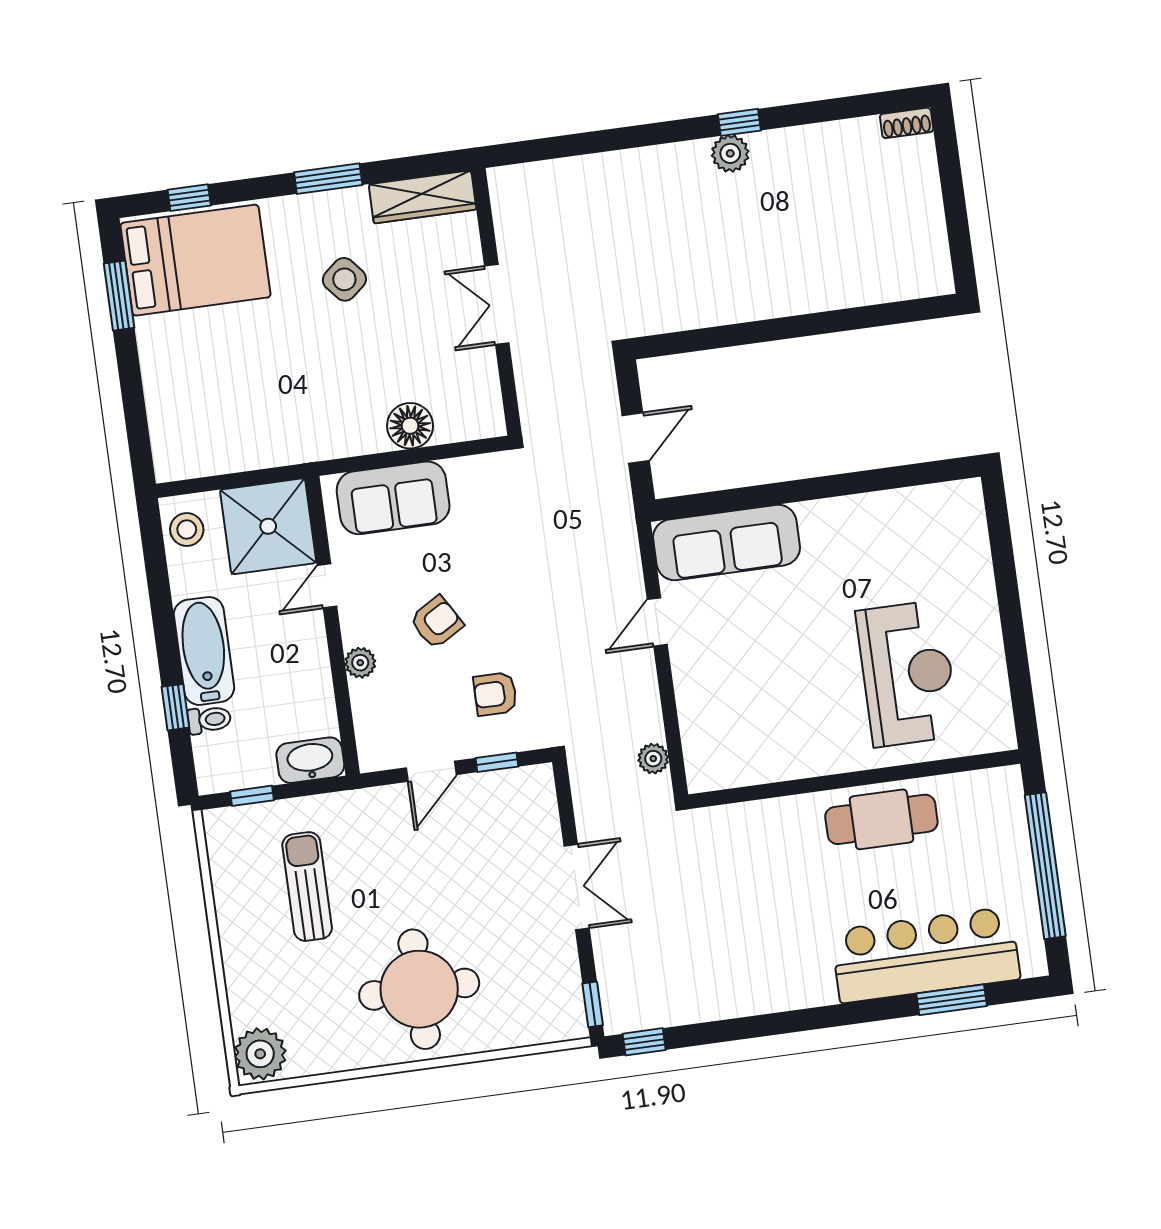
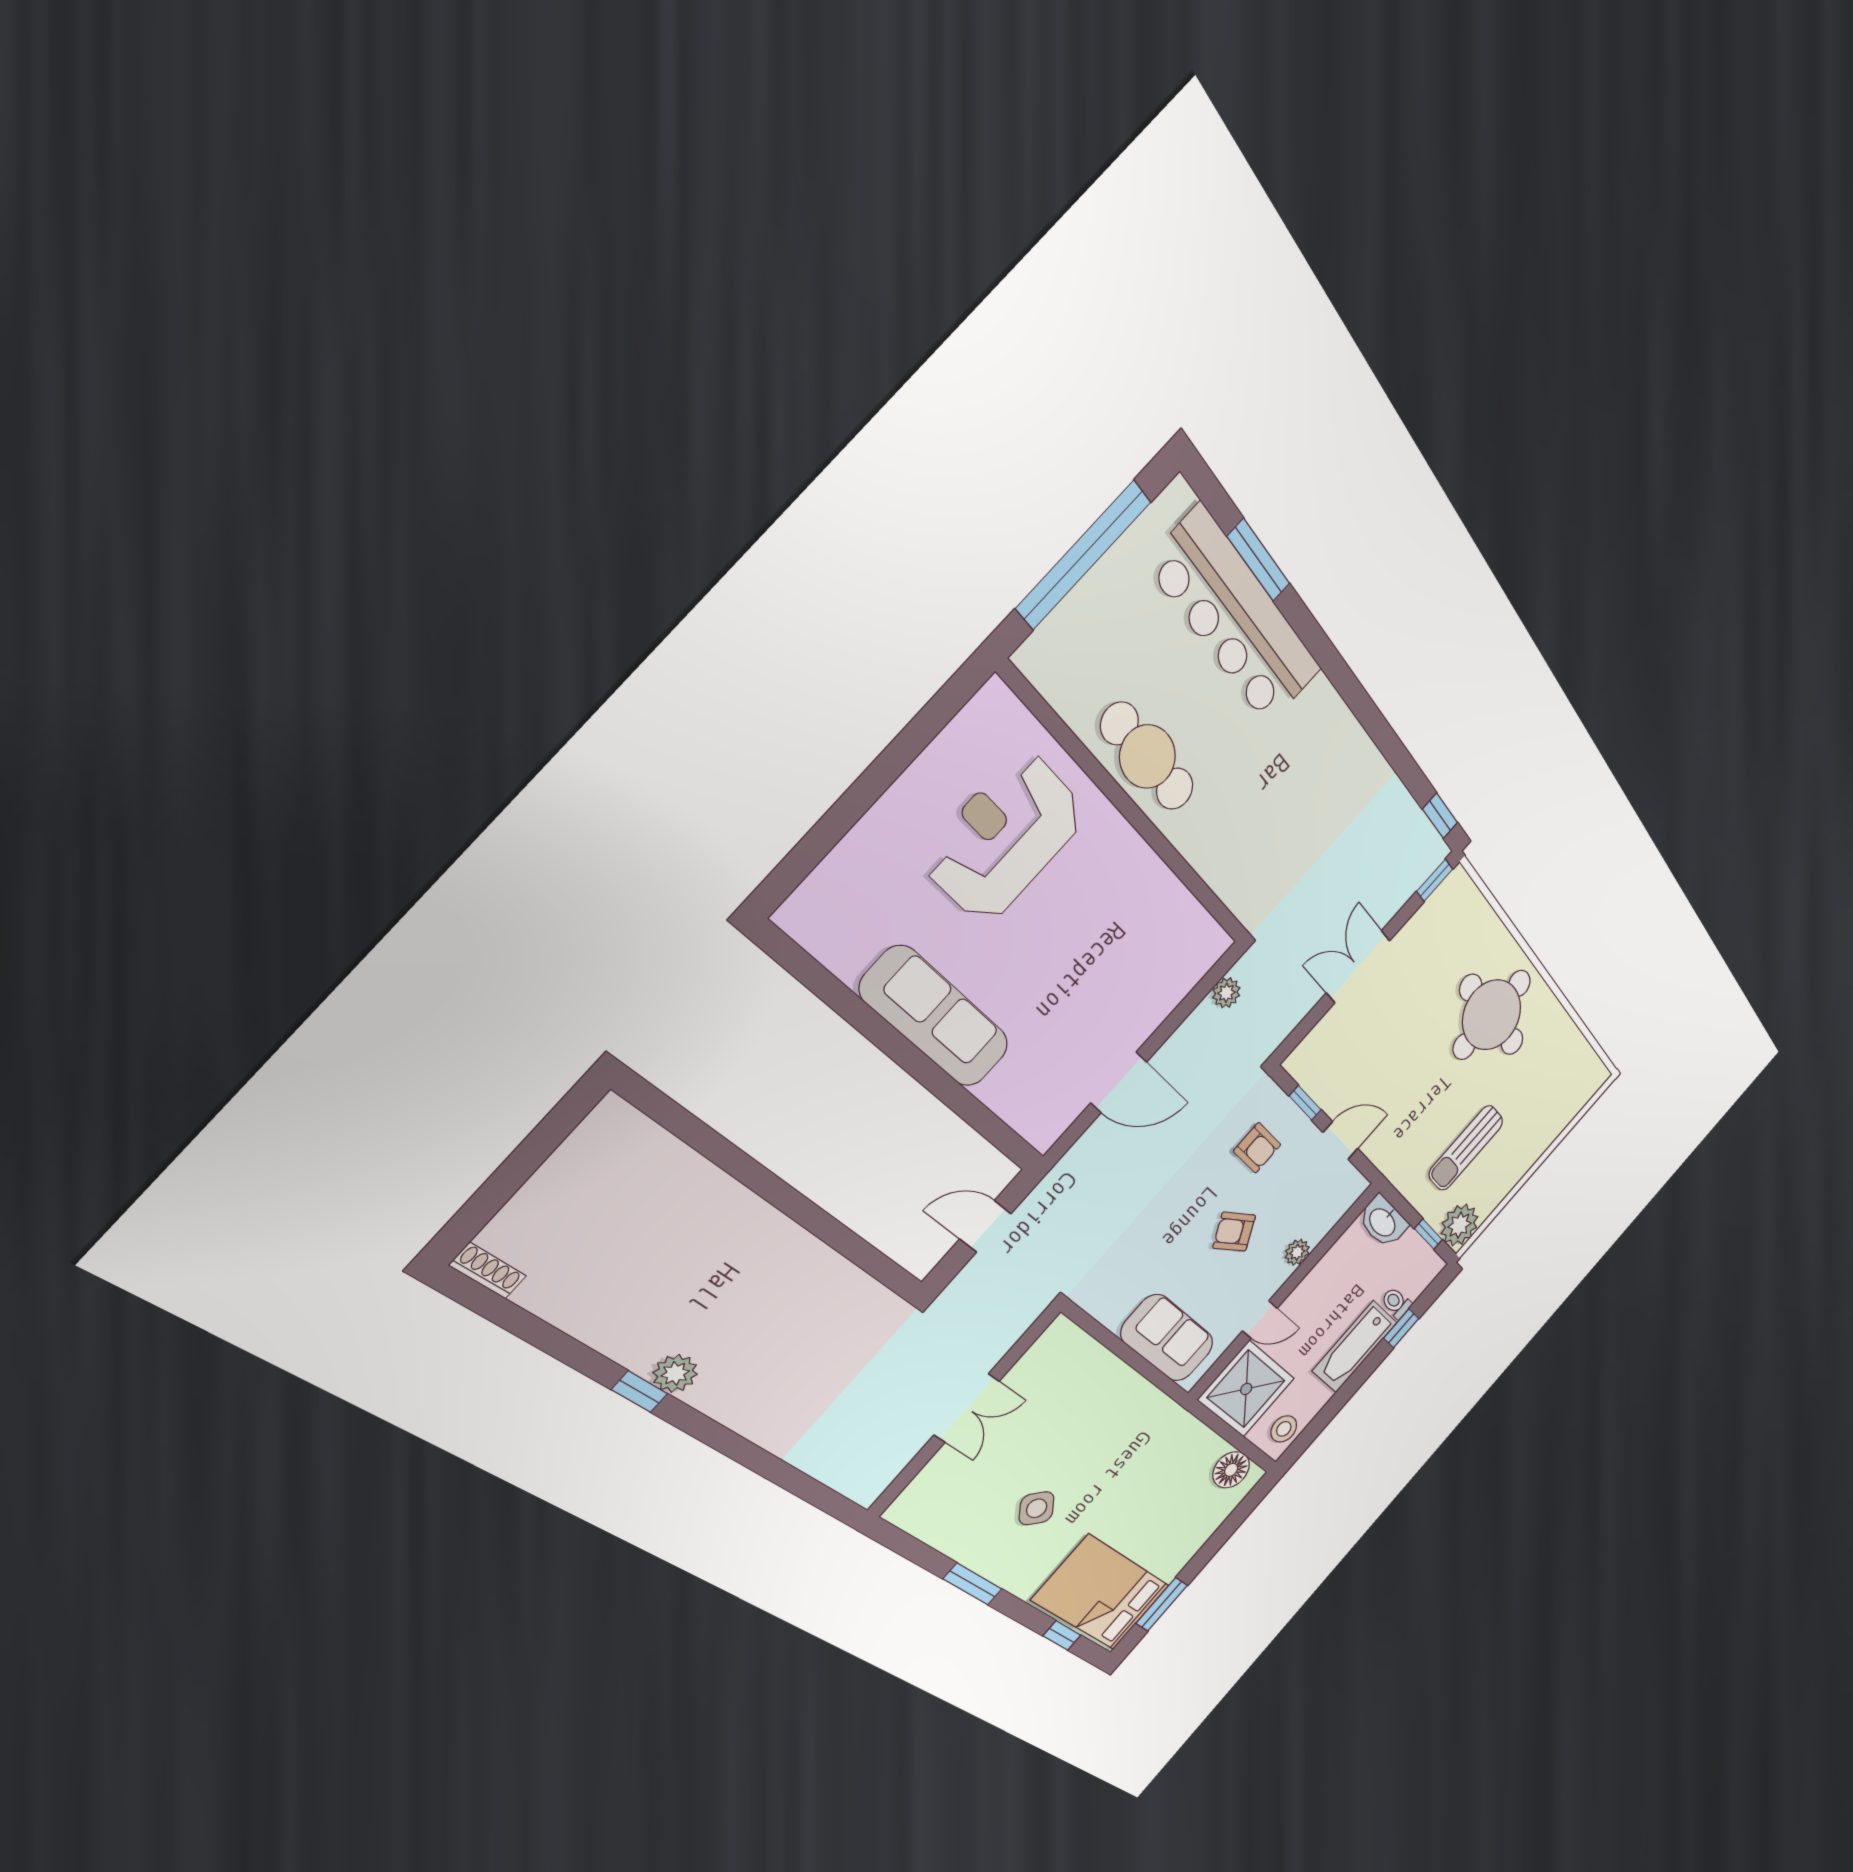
wardrobe: (423, 197) -> (930, 1524), removed
floor lamp: (410, 426) -> (1231, 1470), moved
sofa: (726, 542) -> (935, 1017), moved
door: (657, 622) -> (1119, 1082), width x1.38
plant: (260, 1054) -> (1459, 1225), moved

